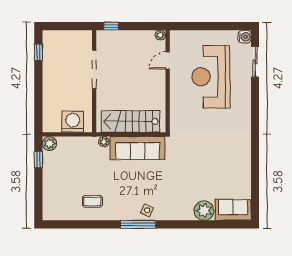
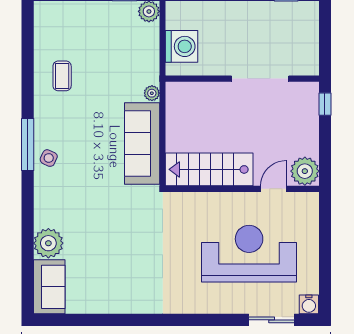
plant: (160, 35) -> (305, 171), width x1.88, depth x1.88
door: (168, 61) -> (273, 189), hinge flipped
stairs: (131, 121) -> (209, 169), moved, turned -90

